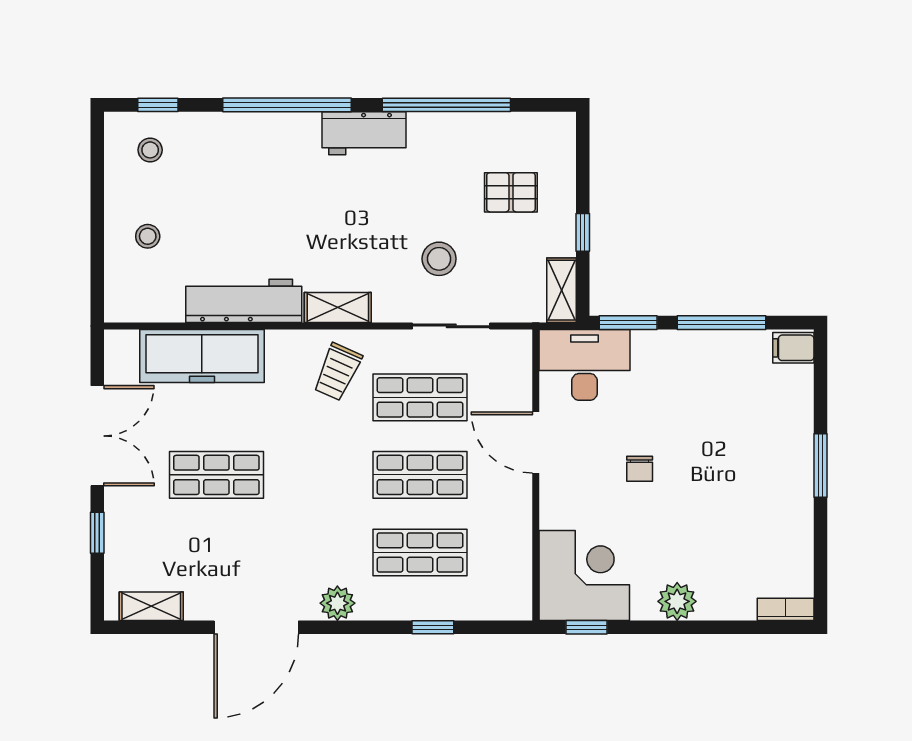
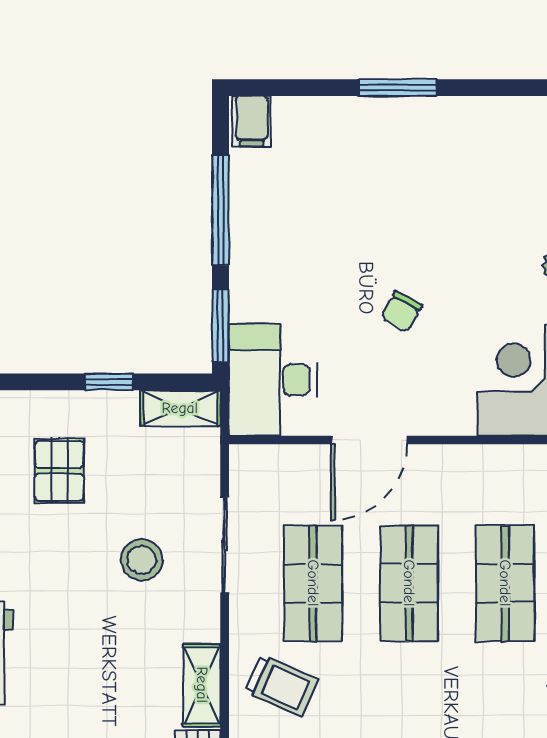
chair: (640, 469) -> (401, 311), turned 119

